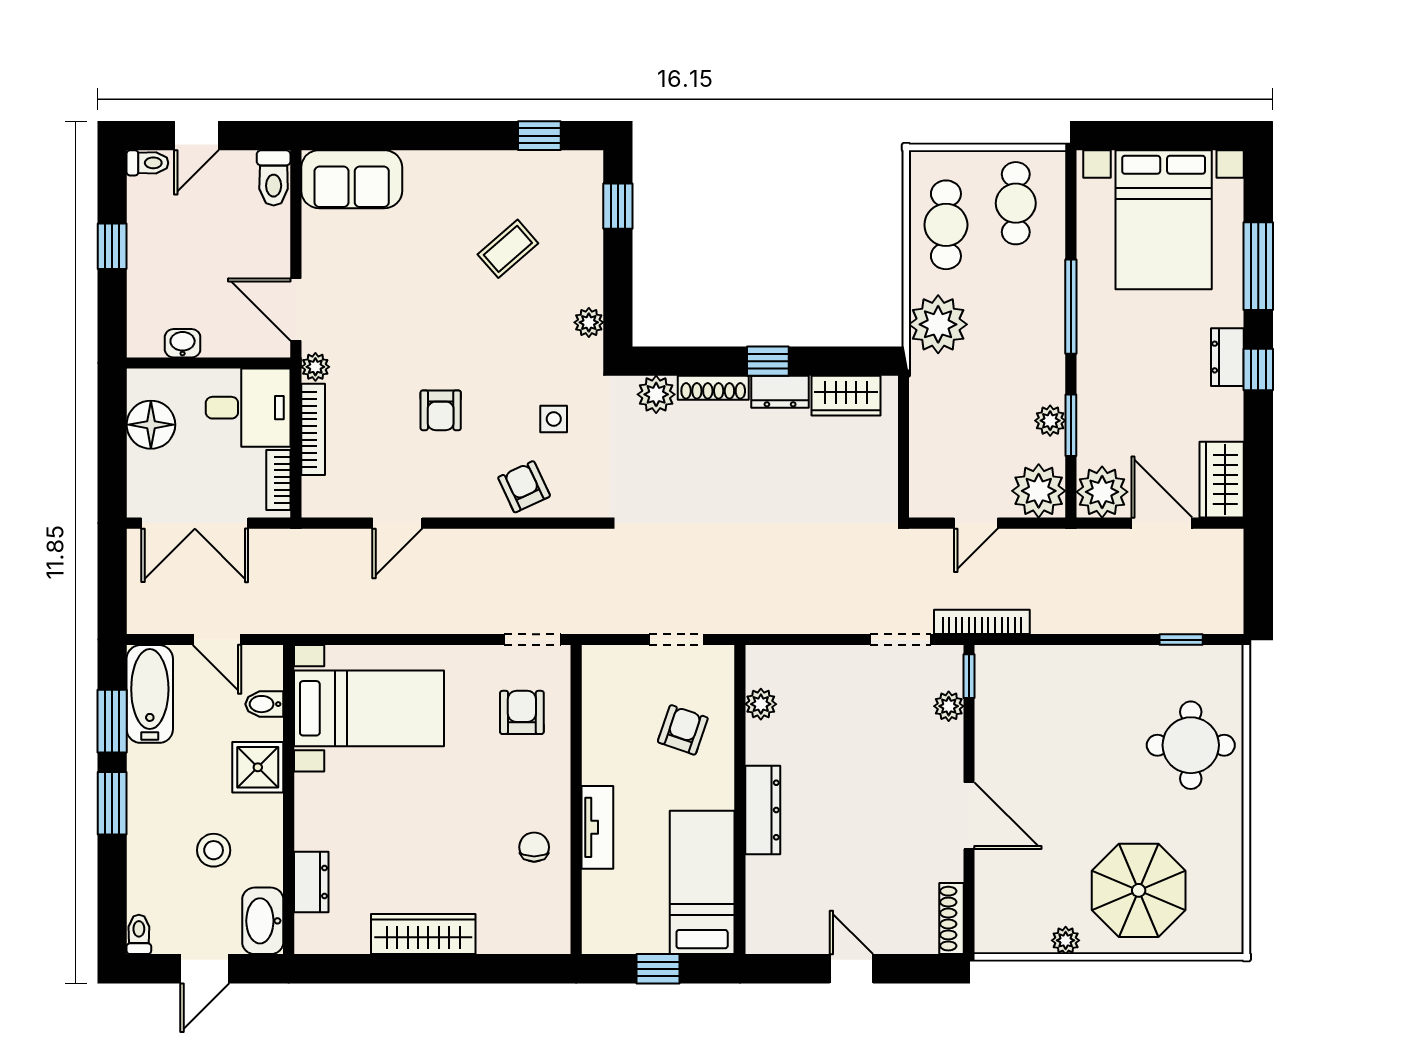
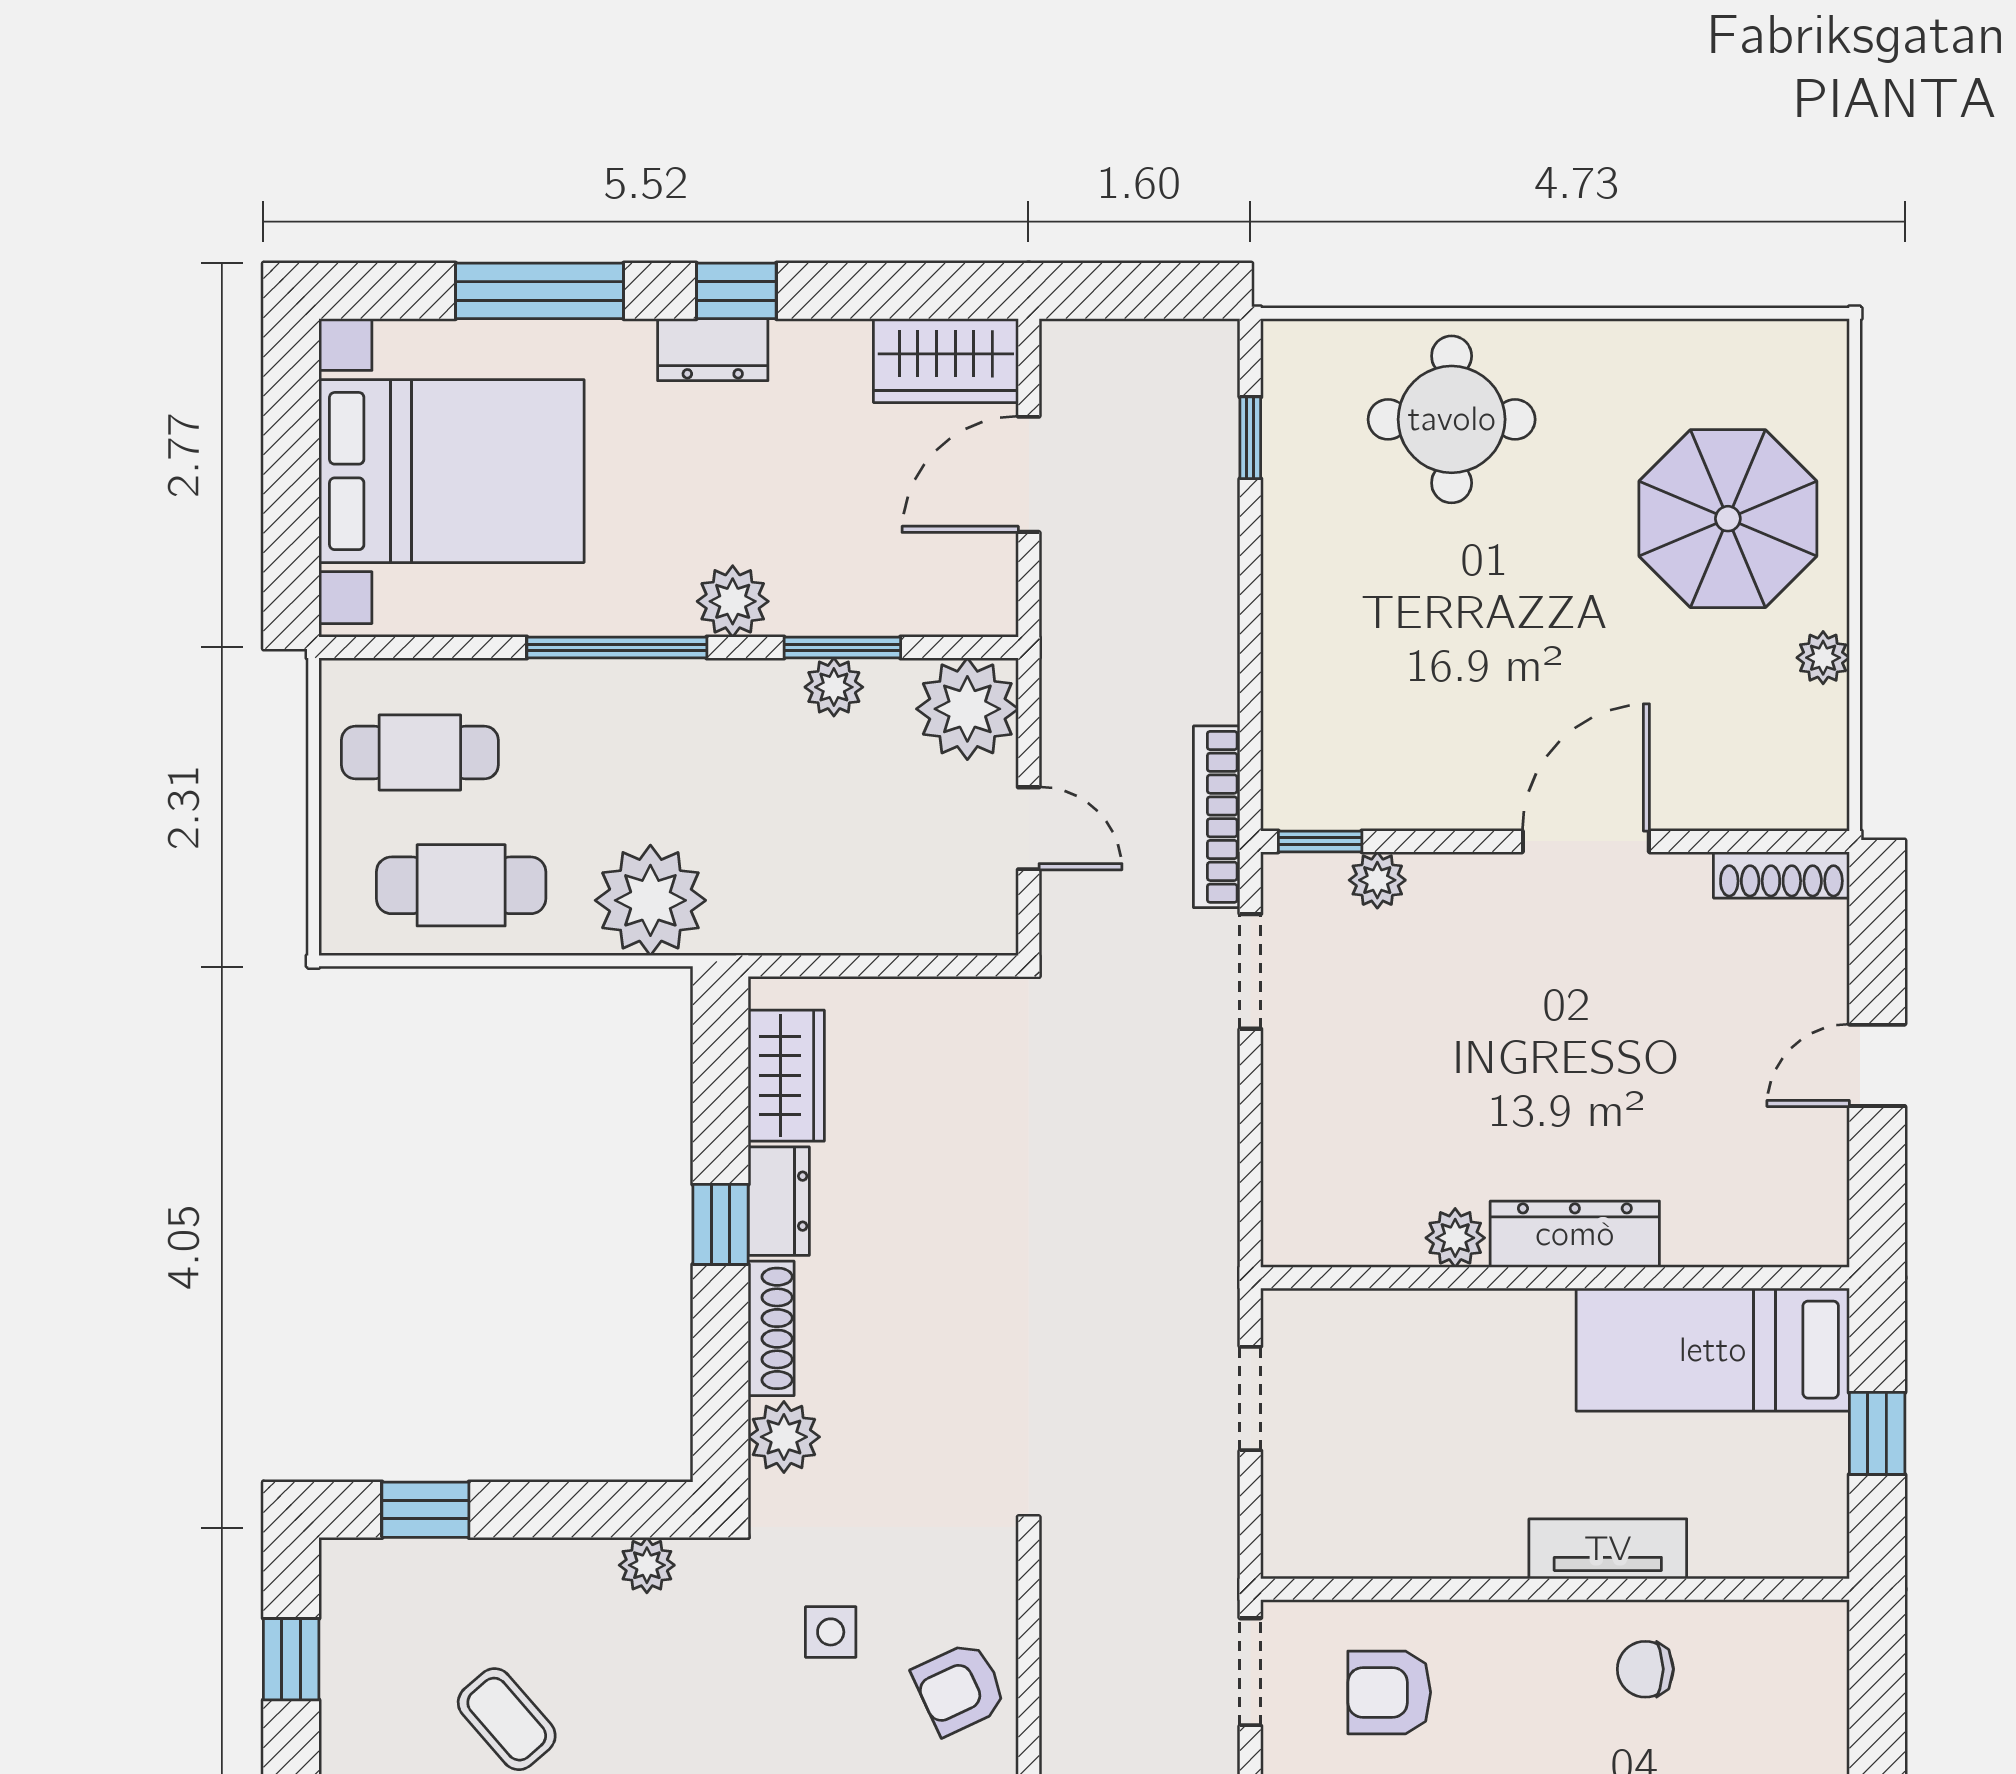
plant: (1102, 492) -> (733, 601), moved, width x0.73, depth x0.73
plant: (761, 704) -> (1455, 1238), moved
armchair: (683, 730) -> (1422, 1386), removed

